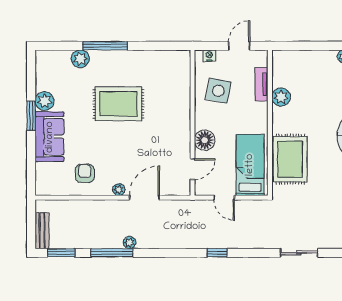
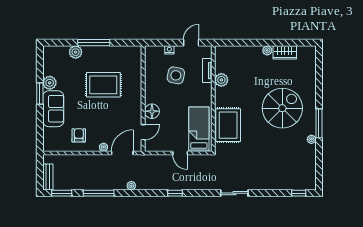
wall: (193, 123) -> (143, 99), moved
floor lamp: (205, 140) -> (152, 111), moved
door: (193, 169) -> (143, 132), moved
plant: (130, 243) -> (131, 186), moved

